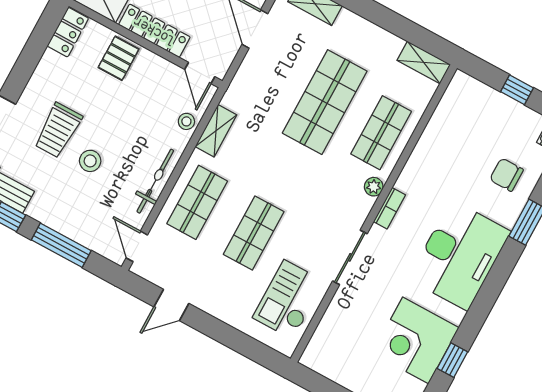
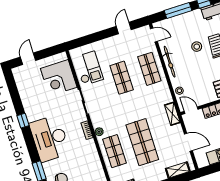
shelving: (216, 131) -> (172, 114), moved
corner desk: (416, 340) -> (59, 78), moved, turned 180
window: (452, 360) -> (23, 121), moved

